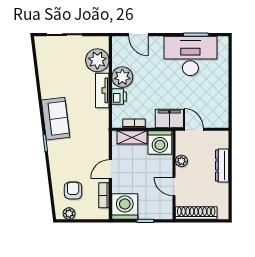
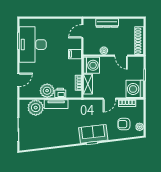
filing cabinet: (169, 118) -> (75, 54), width x0.50
sofa: (56, 119) -> (93, 134), moved
door: (194, 129) -> (82, 31), moved
door: (110, 169) -> (109, 99), hinge flipped
door: (174, 186) -> (121, 56), hinge flipped

